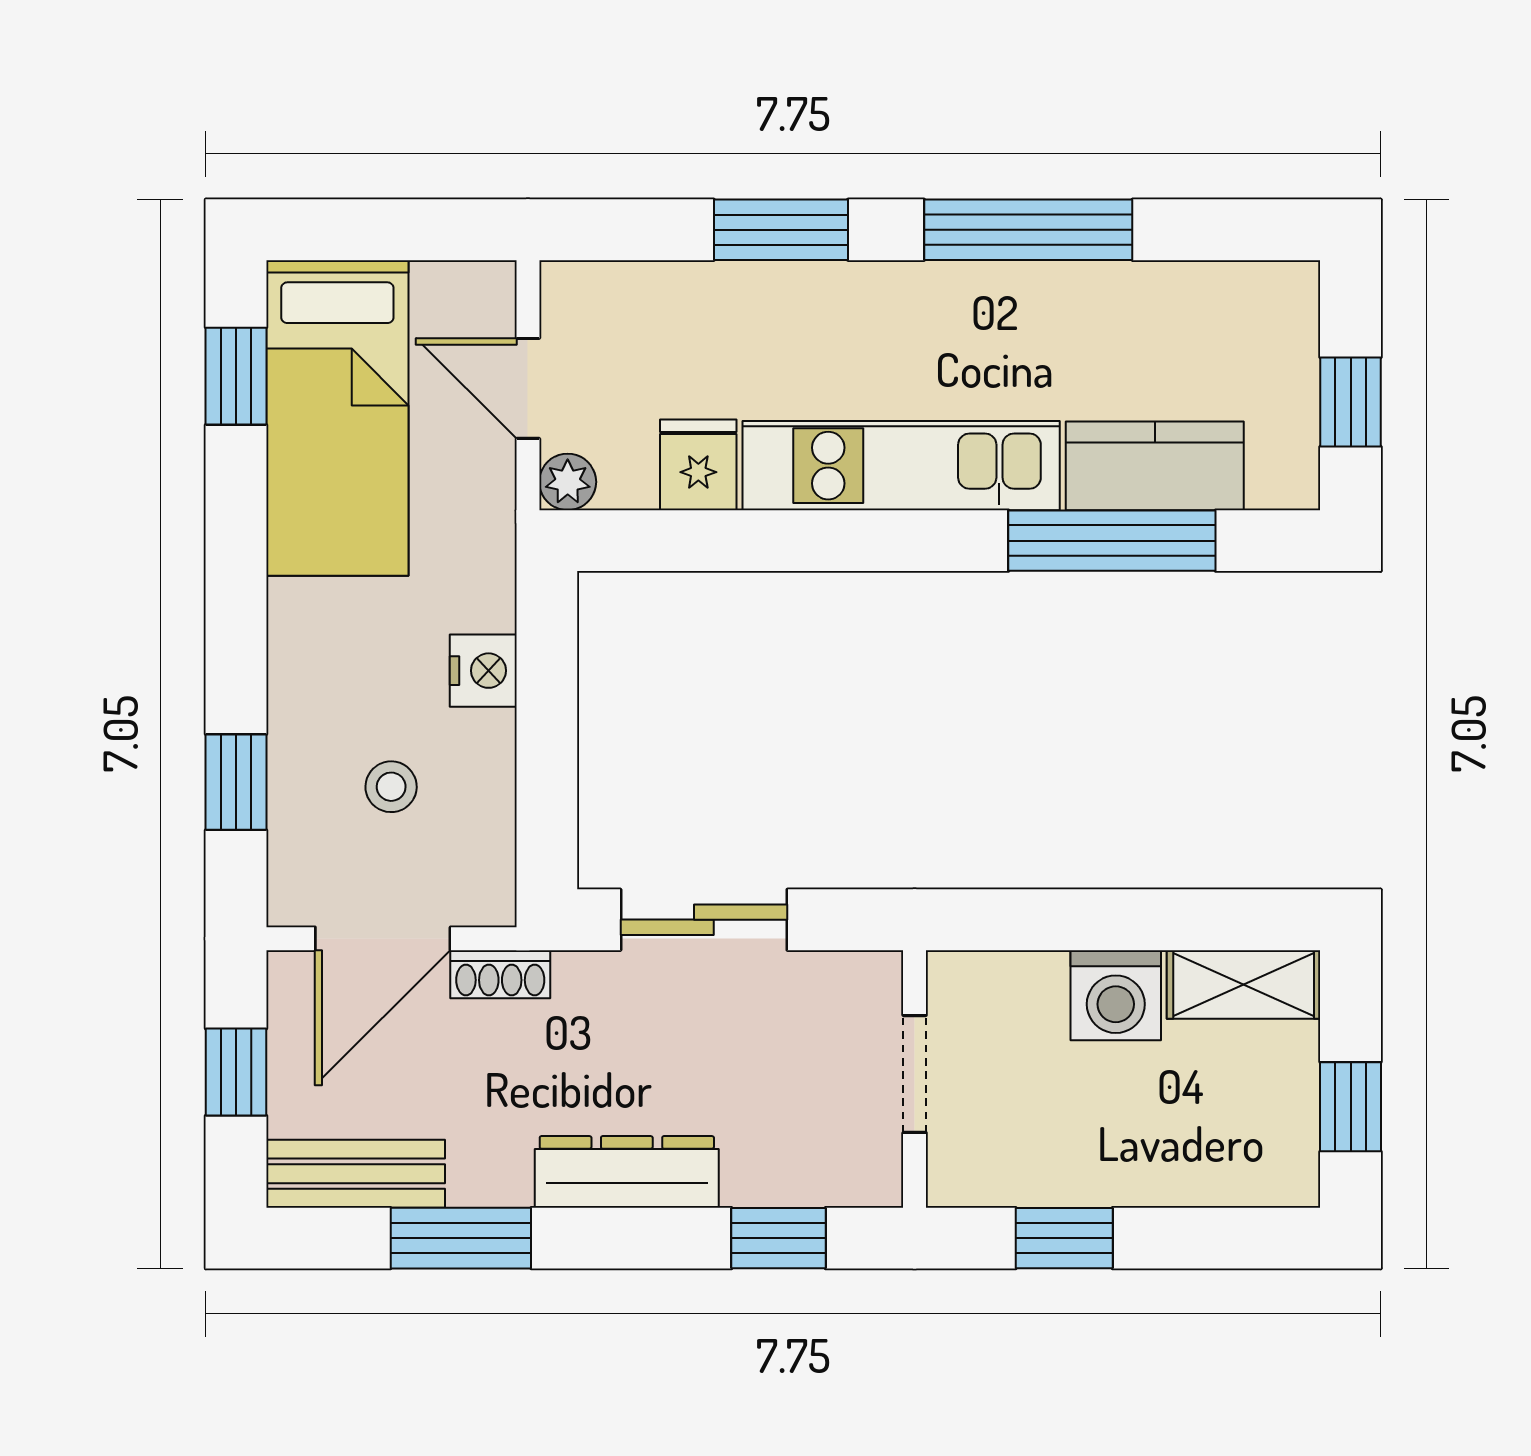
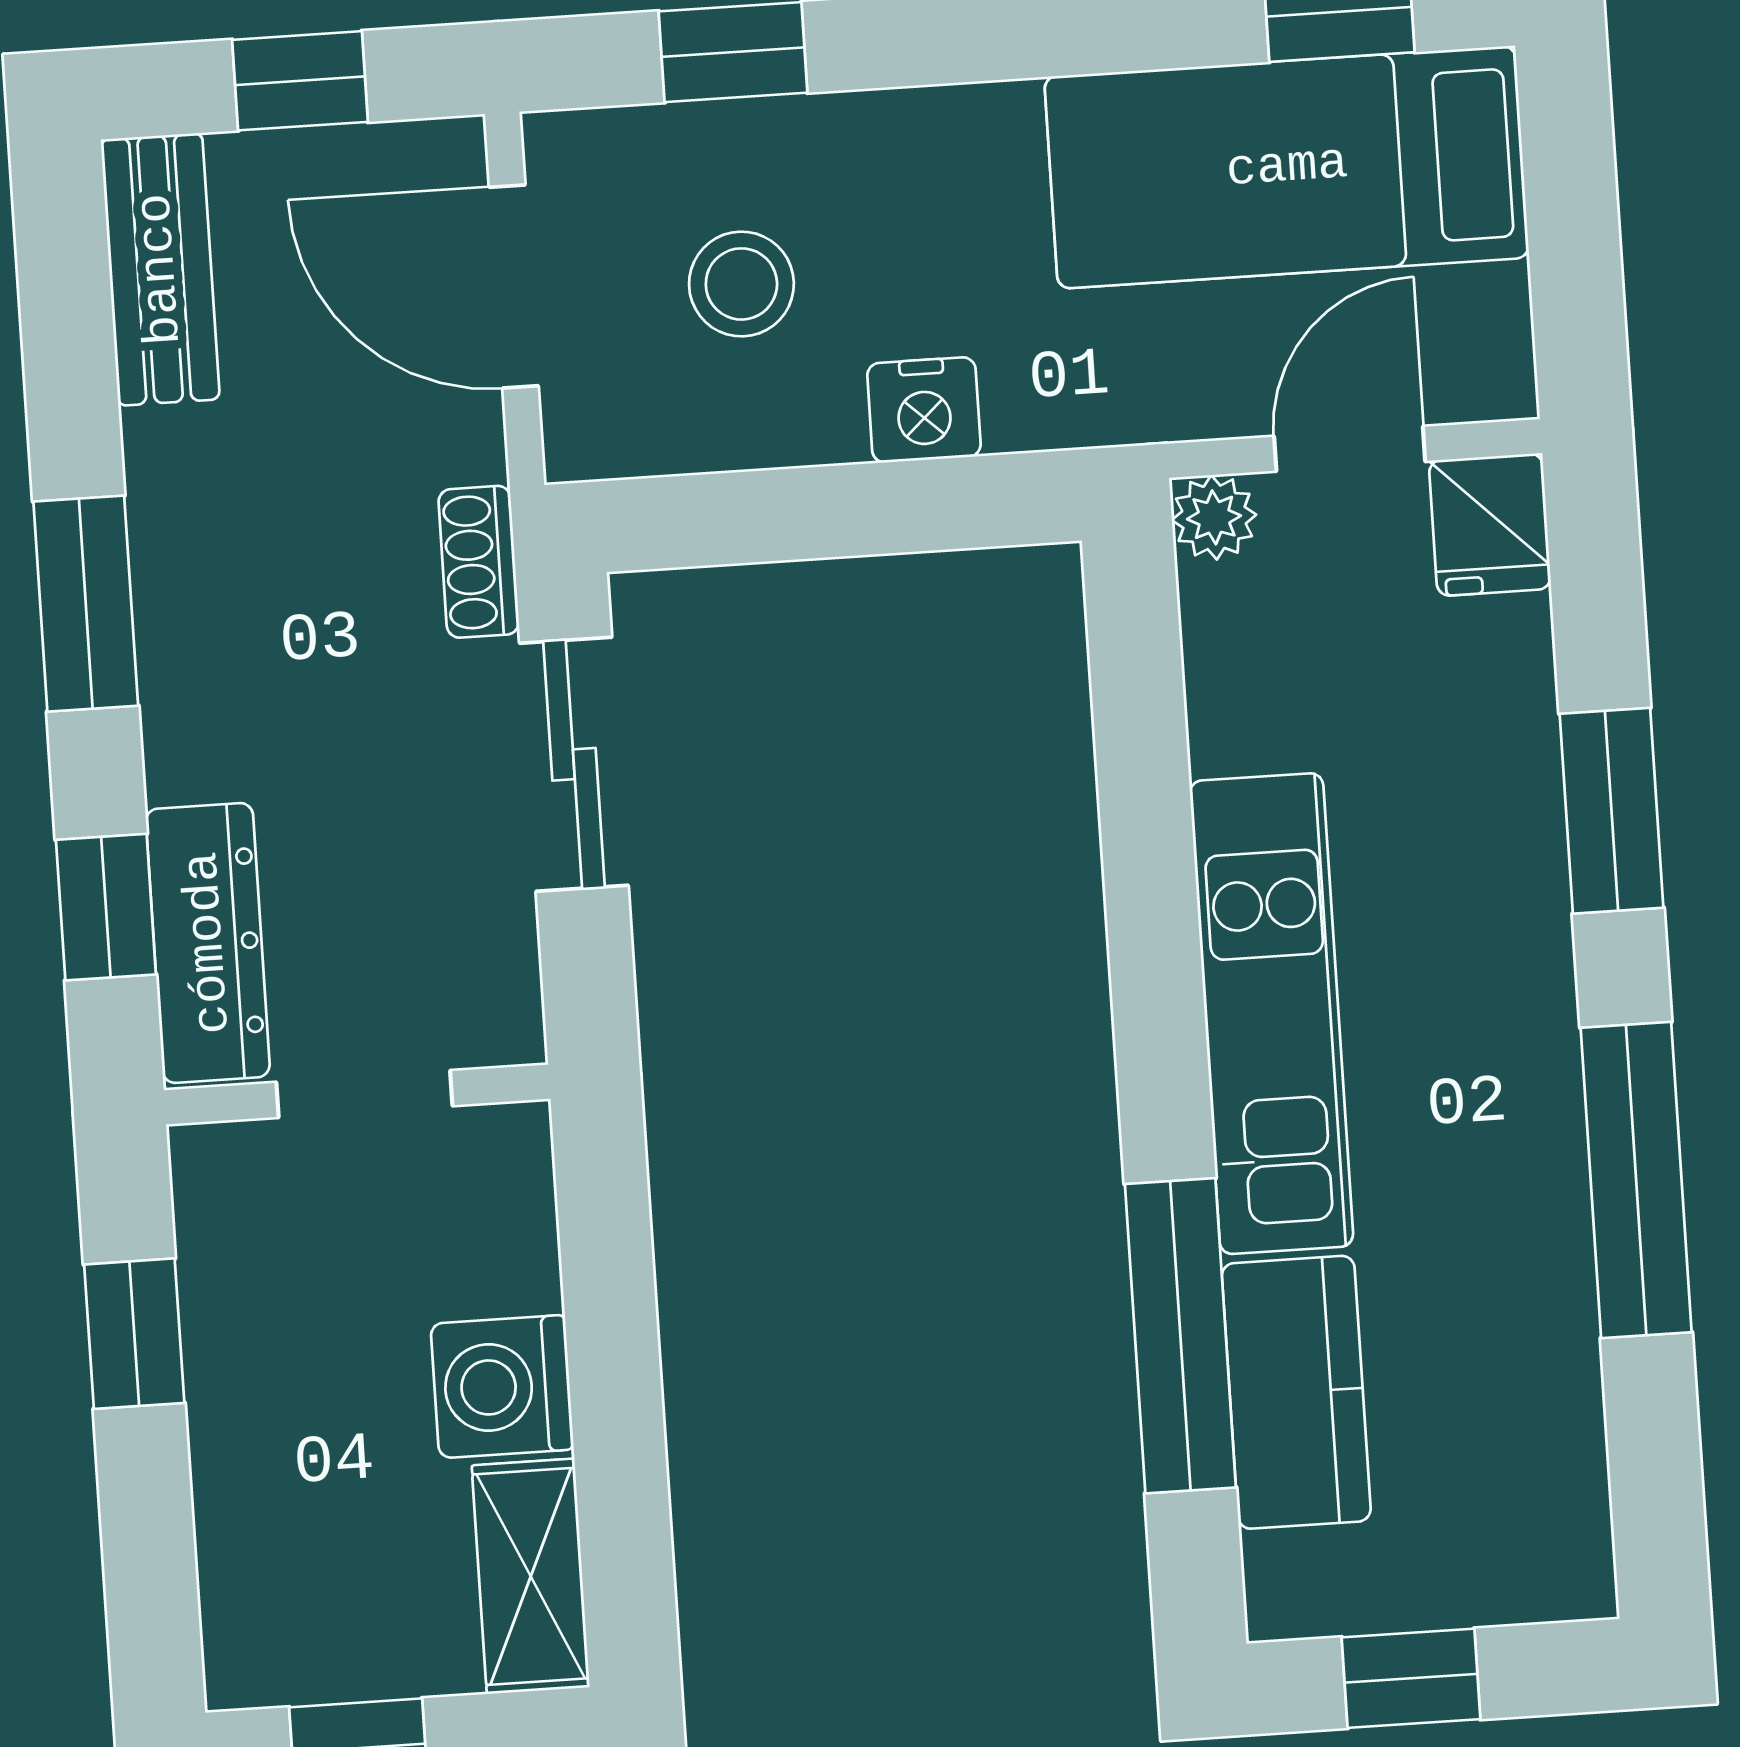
fridge: (698, 465) -> (1490, 525), moved, turned 90
stool: (391, 787) -> (741, 284), width x1.37, depth x1.37
shoe rack: (500, 974) -> (479, 562), moved
dresser: (627, 1172) -> (208, 943), moved
window: (461, 1238) -> (86, 604), moved

